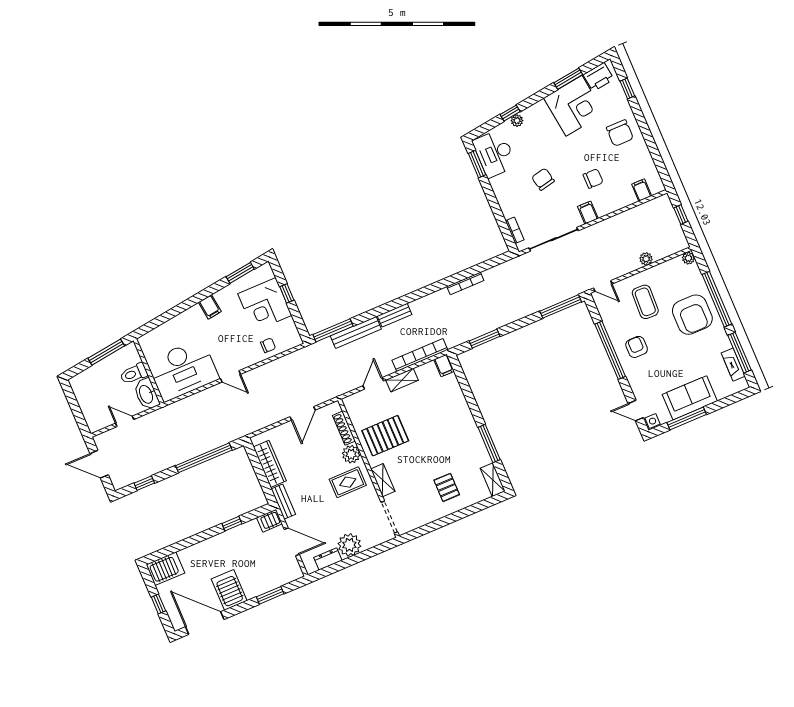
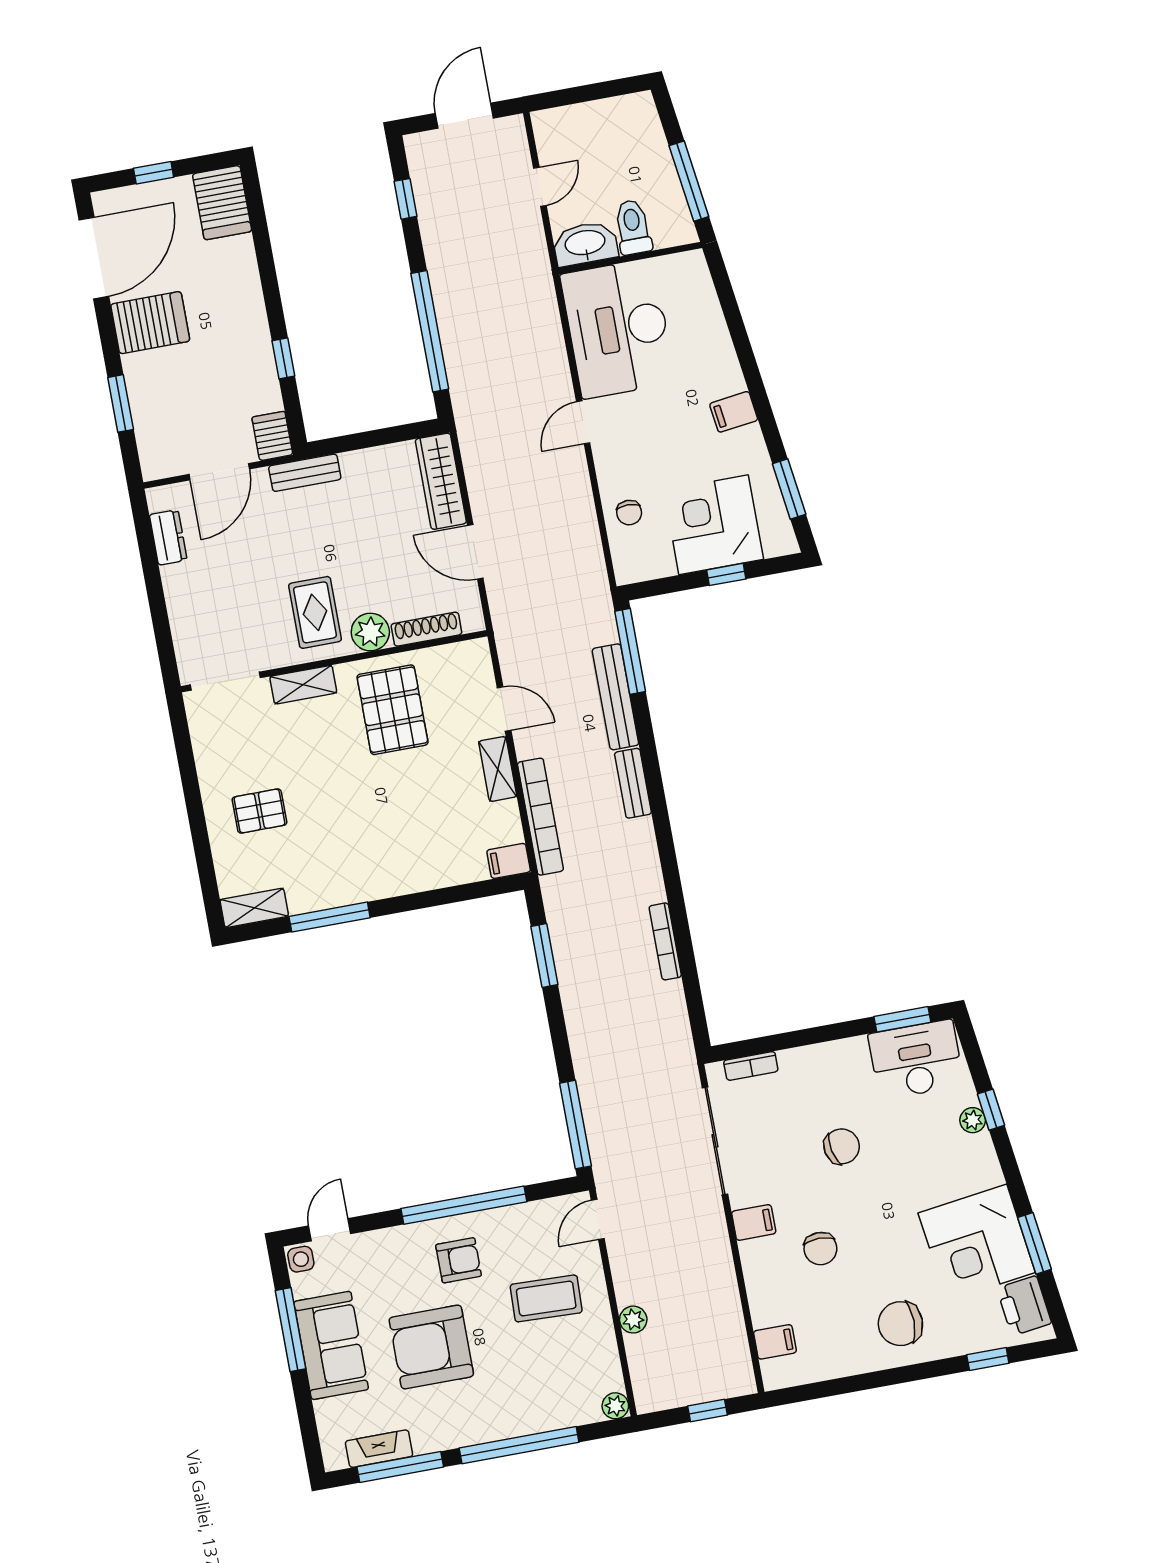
armchair: (692, 315) -> (431, 1347), moved
wardrobe: (270, 464) -> (441, 481), moved, turned 90
plant: (349, 545) -> (187, 587), removed

